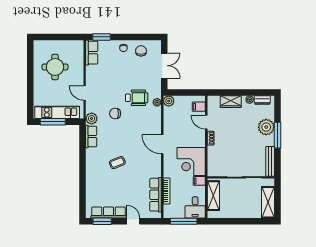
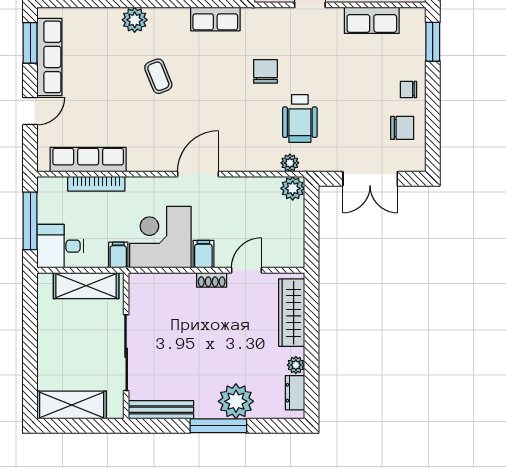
row of seats: (92, 53) -> (372, 20), moved
wardrobe: (231, 102) -> (292, 313), width x1.50
filing cabinet: (199, 107) -> (203, 254), moved
plant: (92, 118) -> (135, 20), moved

